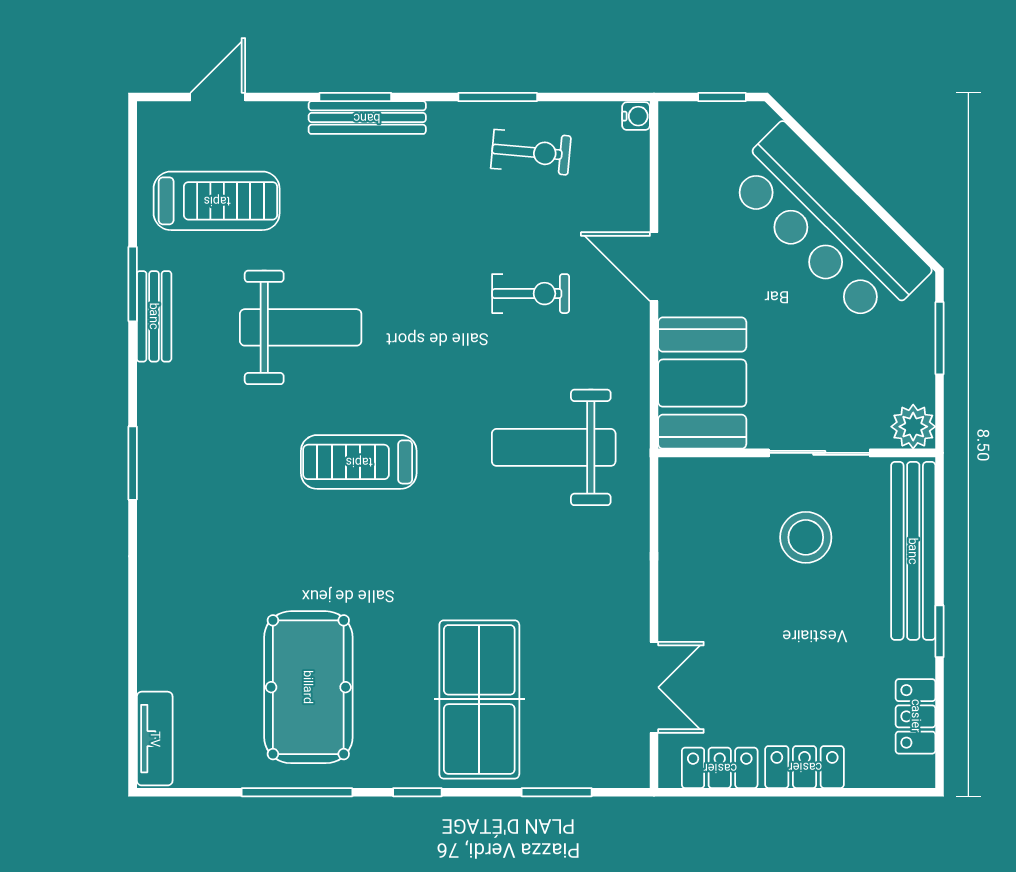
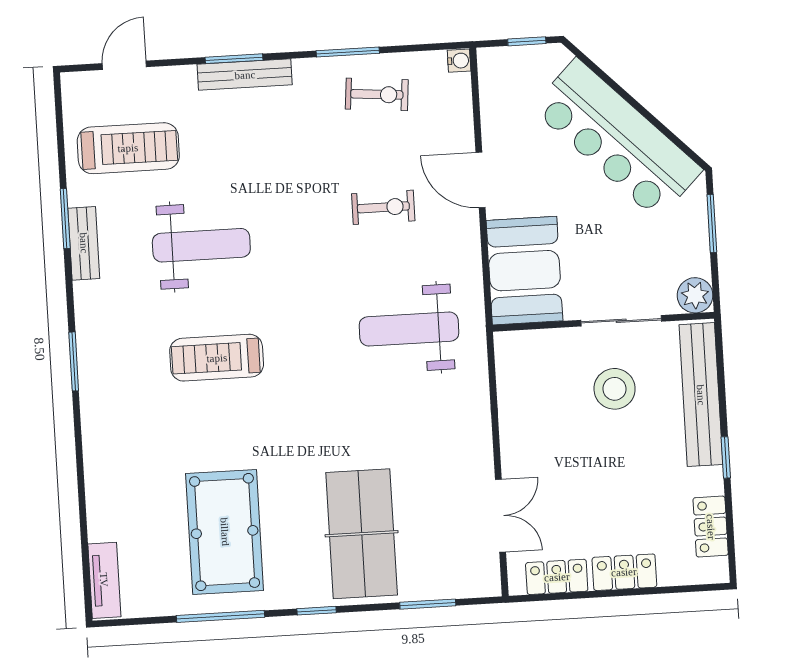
treadmill: (359, 462) -> (217, 358), moved

